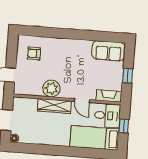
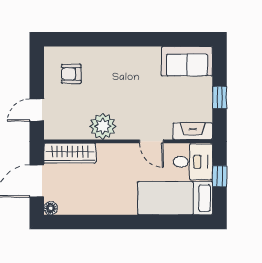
wardrobe: (54, 106) -> (70, 153), moved

